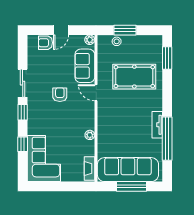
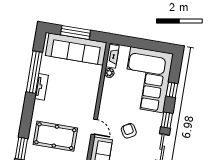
armchair: (60, 95) -> (129, 131), turned 150
plant: (90, 135) -> (109, 73), moved
corner sofa: (44, 159) -> (147, 80), width x1.36, depth x1.36

